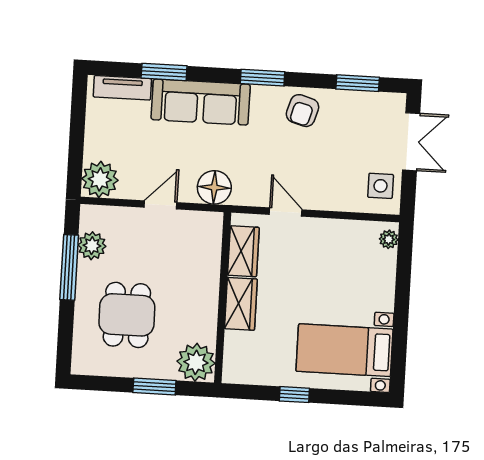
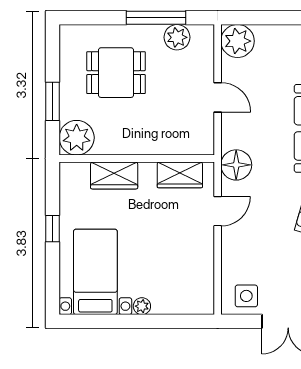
floor lamp: (214, 187) -> (236, 165), moved
plant: (389, 239) -> (142, 306), moved
wardrobe: (241, 304) -> (114, 175), moved

